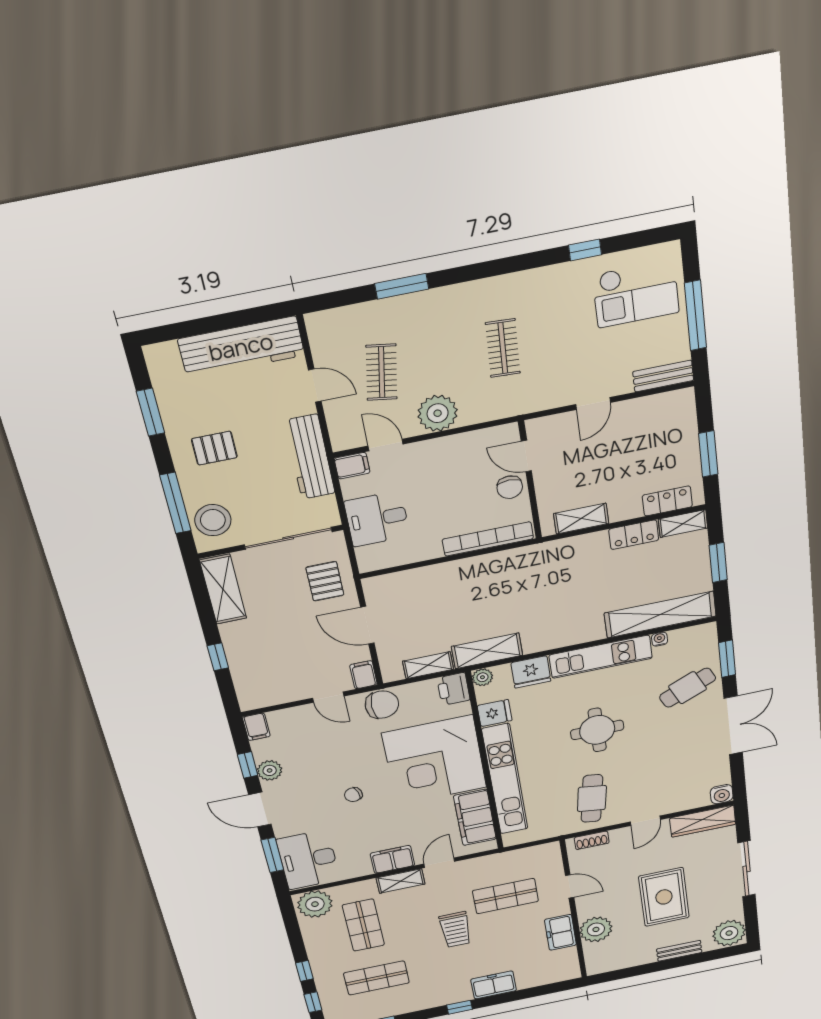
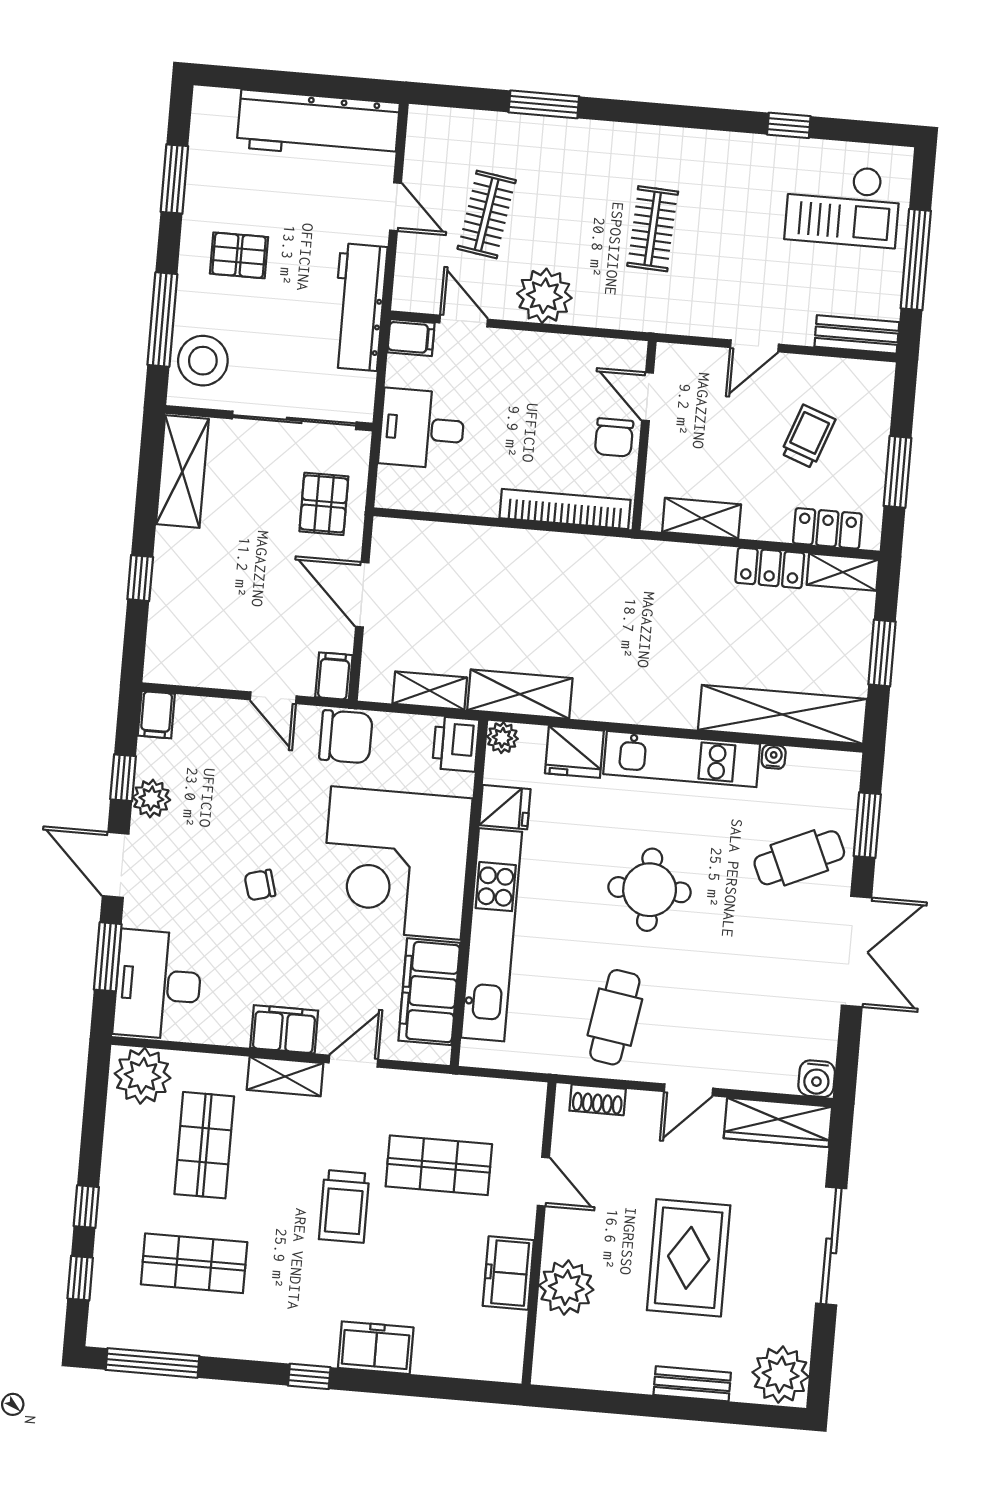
trolley: (643, 449) -> (808, 436), added

